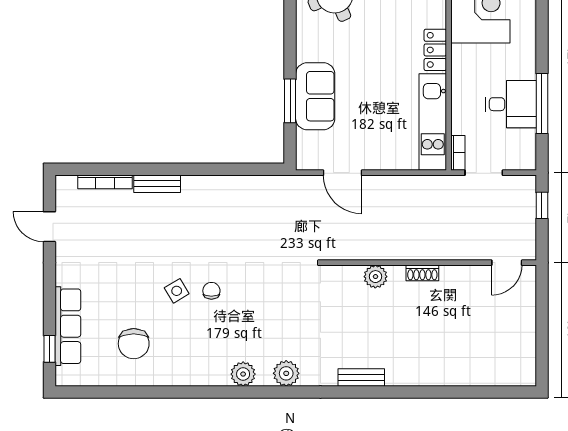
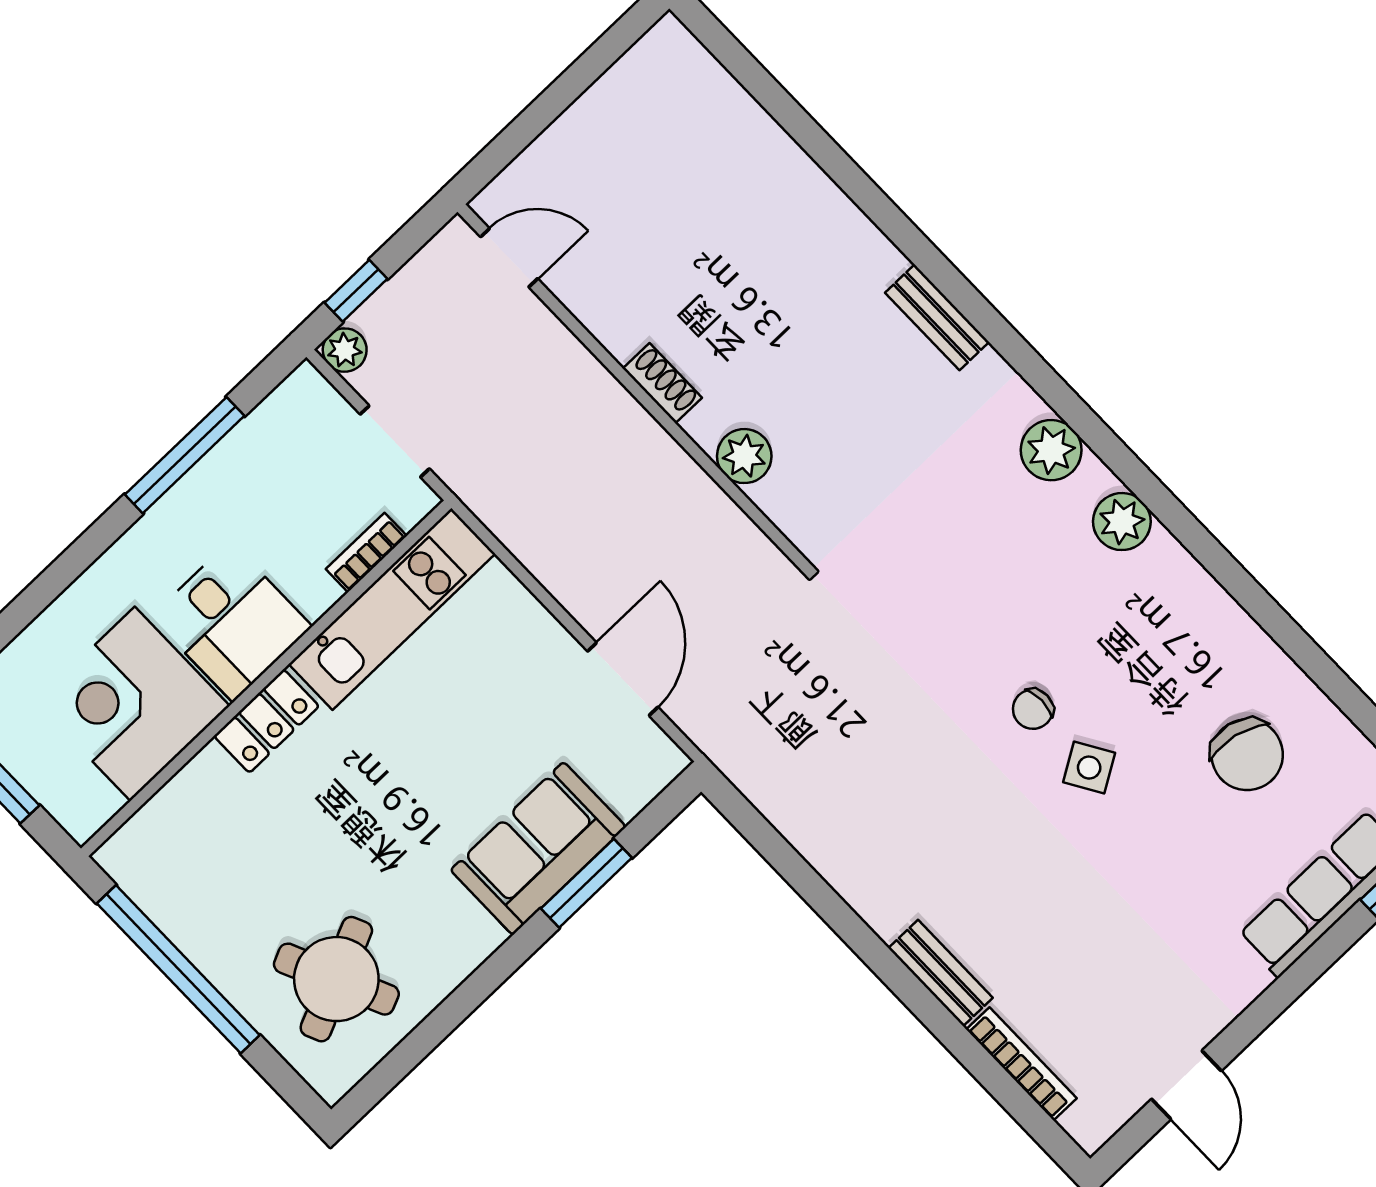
desk: (511, 104) -> (232, 622), moved, turned 180
bookcase: (458, 153) -> (366, 552), moved
plant: (527, 184) -> (345, 350), added
chair: (134, 344) -> (1247, 755), turned 102

